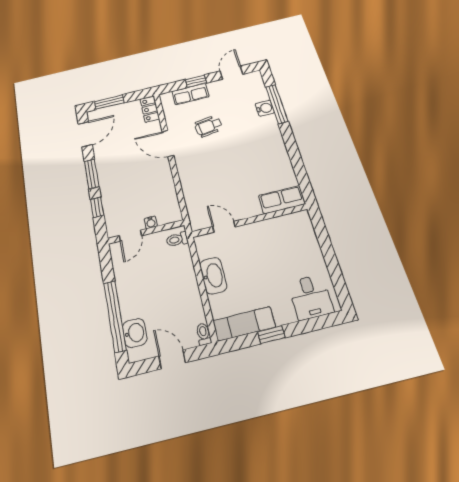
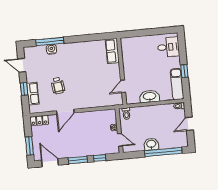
washbasin: (135, 333) -> (151, 144), moved

